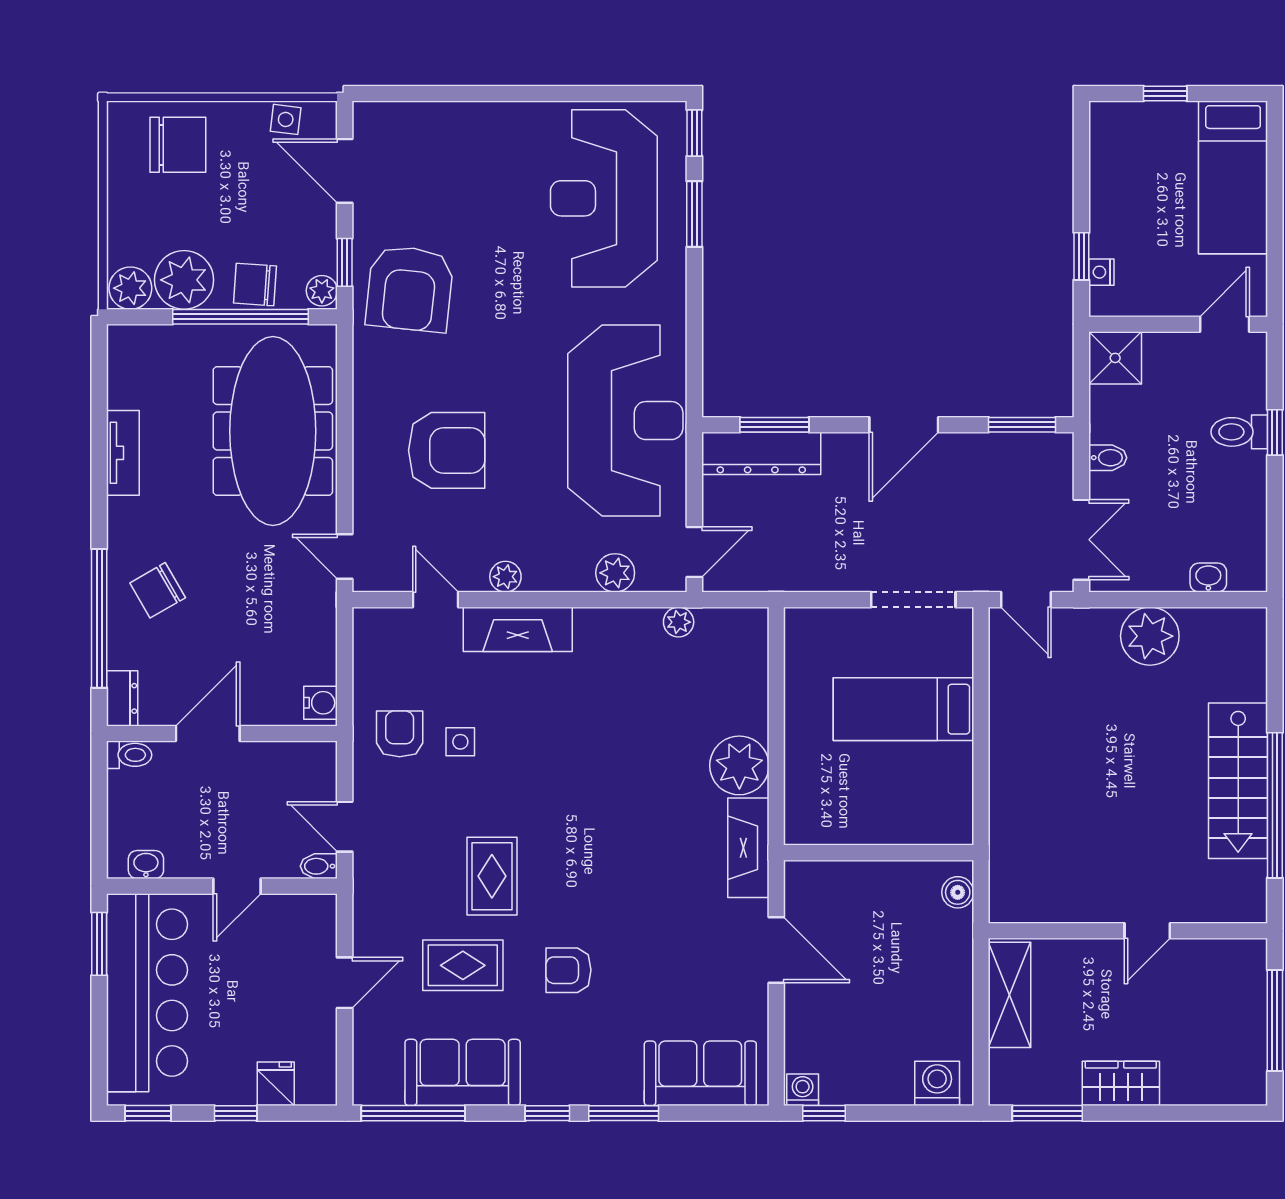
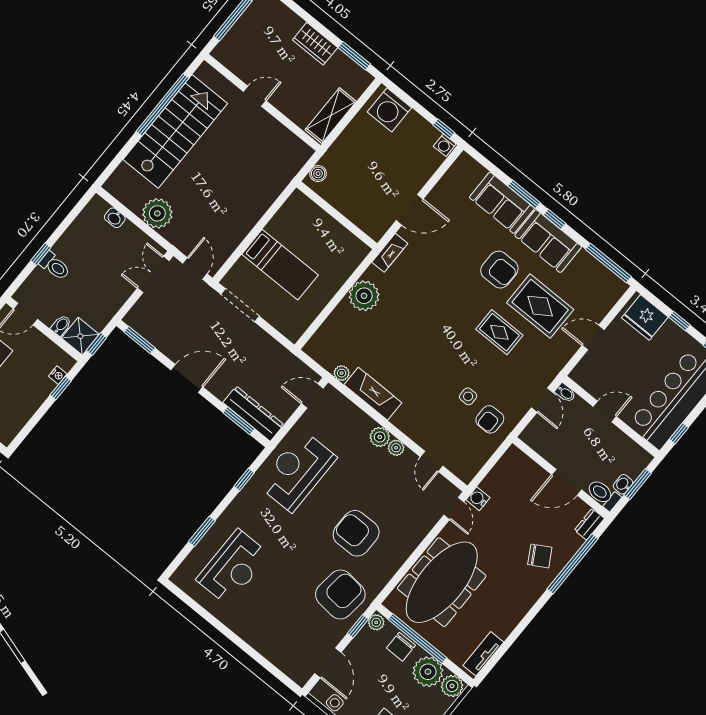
window: (694, 133) -> (244, 480), moved
reception desk: (604, 198) -> (233, 567), width x0.74, depth x0.77
chair: (255, 285) -> (401, 647), turned 86
window: (1081, 366) -> (96, 344), added
reception desk: (625, 421) -> (297, 471), width x0.74, depth x0.77
armchair: (447, 450) -> (356, 533), moved
tv unit: (123, 453) -> (483, 654), moved
bidet: (1108, 458) -> (61, 325), moved, turned 90
plant: (615, 573) -> (380, 437), moved
fireplace: (518, 629) -> (373, 394), moved
water cooler: (321, 703) -> (478, 499), moved
toilet: (129, 755) -> (603, 494), width x1.37, depth x1.39
stairs: (1238, 781) -> (175, 131), width x1.36, depth x1.51
window: (99, 818) -> (638, 484), added
fireplace: (748, 848) -> (390, 253), width x0.73, depth x0.76
washbasin: (146, 865) -> (623, 484), moved, turned 90
rug: (492, 876) -> (499, 332), turned 90
window: (99, 944) -> (679, 433), width x0.67
door: (776, 950) -> (410, 210), swing flipped
rug: (463, 965) -> (540, 306), width x1.36, depth x1.43
armchair: (568, 970) -> (499, 270), width x1.38, depth x1.38
sofa: (463, 1072) -> (548, 241), moved
sofa: (700, 1073) -> (502, 203), moved
washing machine: (937, 1083) -> (389, 110), width x1.37, depth x1.37
fridge: (276, 1084) -> (645, 317), width x1.88, depth x1.34

